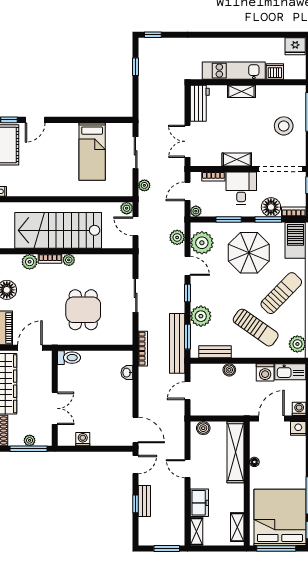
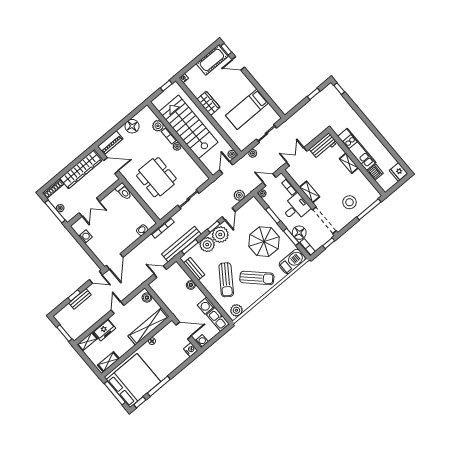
wardrobe: (51, 188) -> (208, 103), added
plant: (202, 243) -> (220, 235), moved
dining table: (83, 310) -> (156, 177), width x1.38

